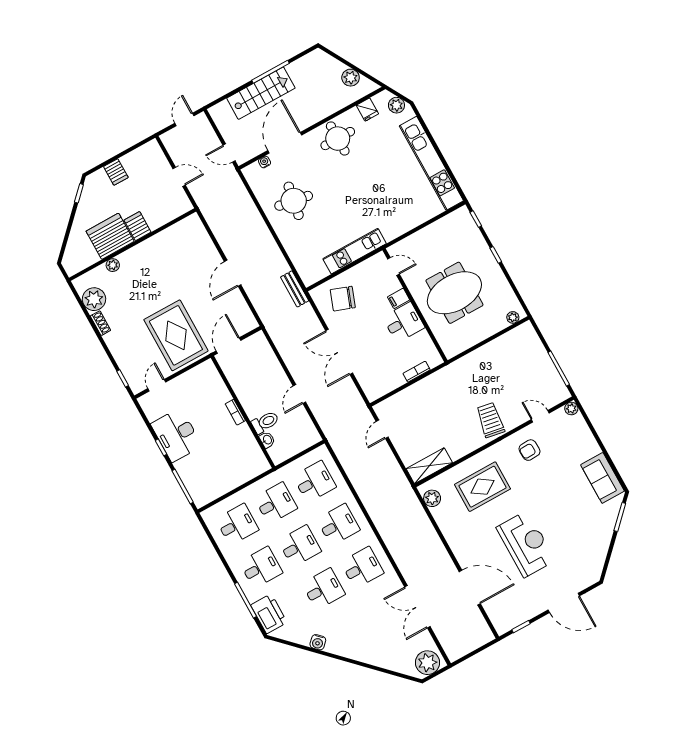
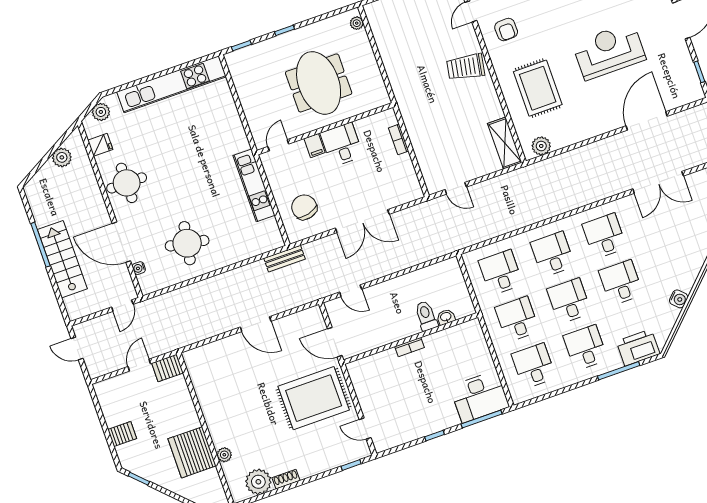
server rack: (137, 226) -> (167, 368), moved
chair: (343, 299) -> (304, 207), turned 146
door: (299, 394) -> (351, 291), moved
desk: (176, 435) -> (479, 397), moved

